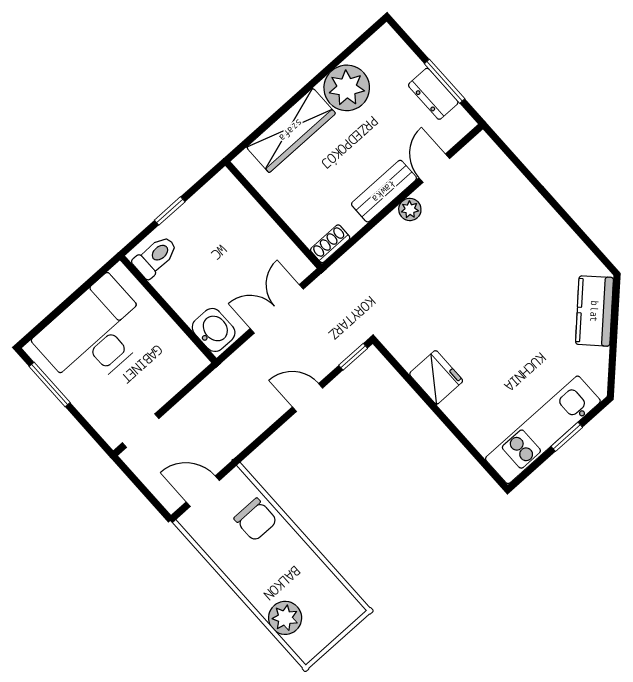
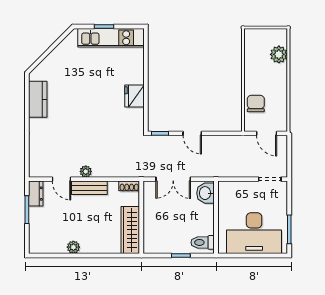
plant: (347, 88) -> (73, 247), width x0.53, depth x0.53
dresser: (433, 94) -> (36, 194), moved
wardrobe: (291, 130) -> (130, 230), moved, turned -90
door: (434, 168) -> (62, 179), hinge flipped
kitchen counter: (594, 311) -> (38, 99), moved, turned -45

